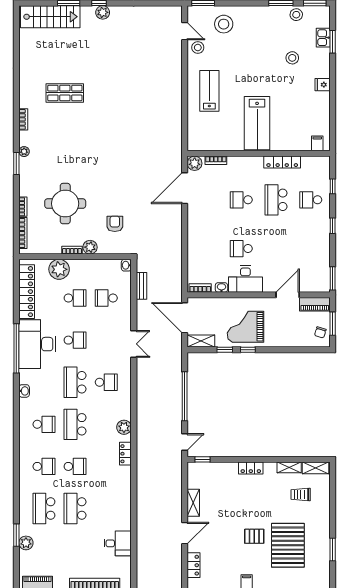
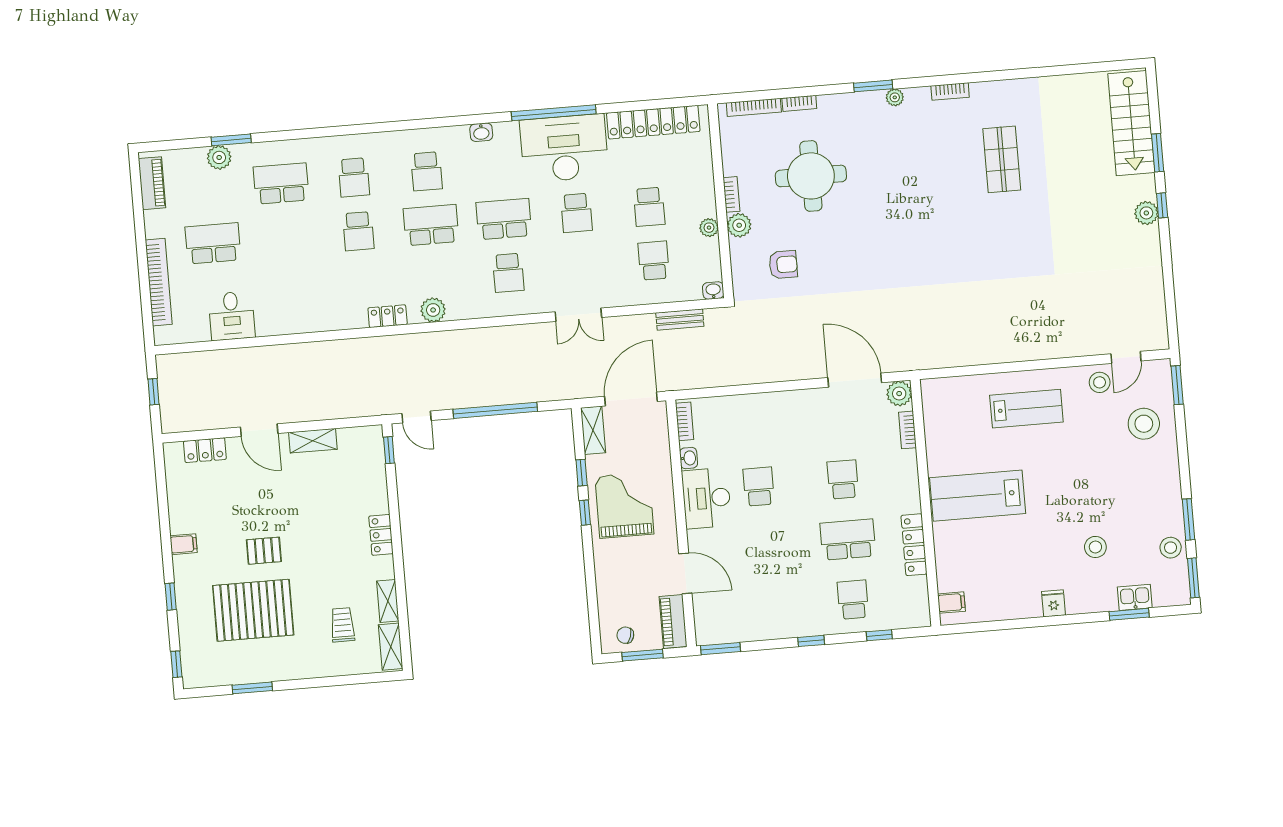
plant: (59, 269) -> (709, 228), moved, width x0.53, depth x0.53
school desk: (75, 509) -> (213, 243), moved
pallet: (254, 536) -> (264, 551), turned 90

